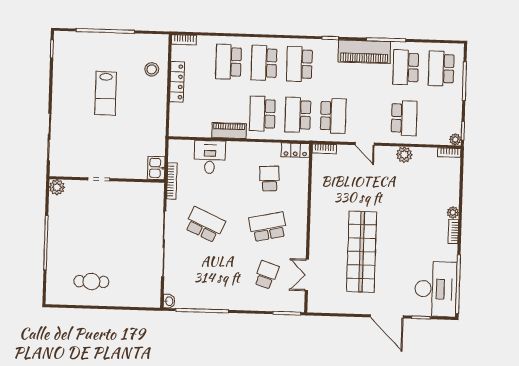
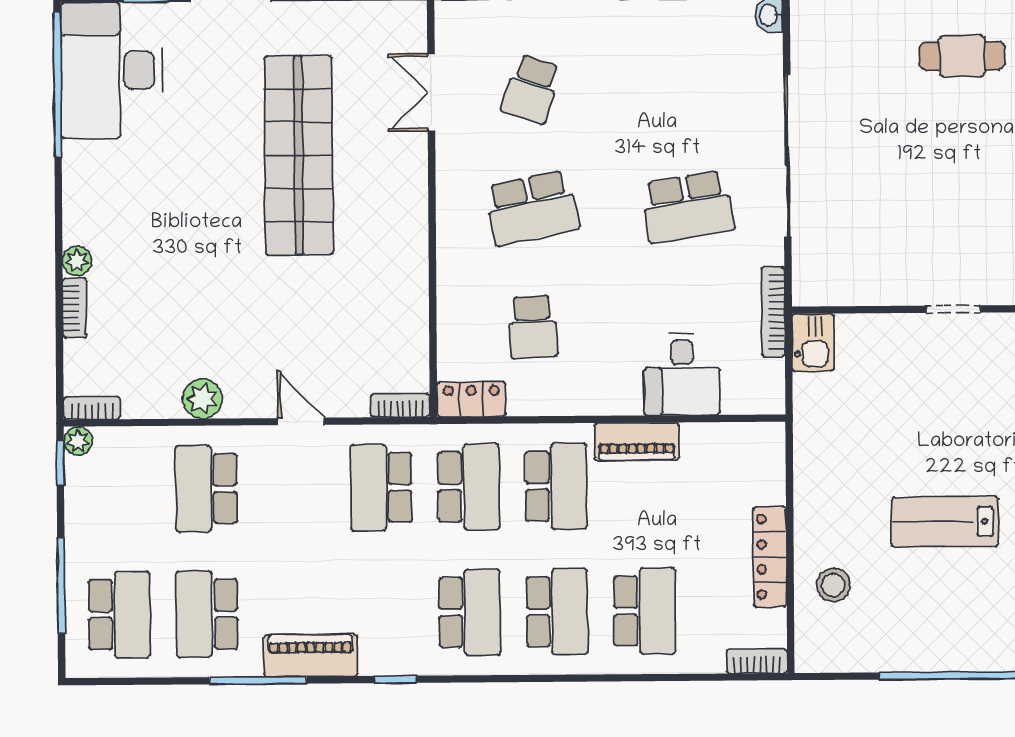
piano: (364, 52) -> (311, 656), width x0.73, depth x0.75
school desk: (406, 67) -> (207, 614), turned 180
lab bench: (106, 93) -> (945, 522), turned -90
school desk: (205, 225) -> (688, 207), turned -33
bookcase: (453, 232) -> (75, 308), moved
double door: (307, 275) -> (431, 93), swing flipped

